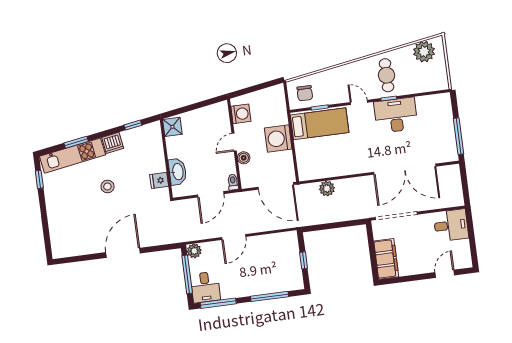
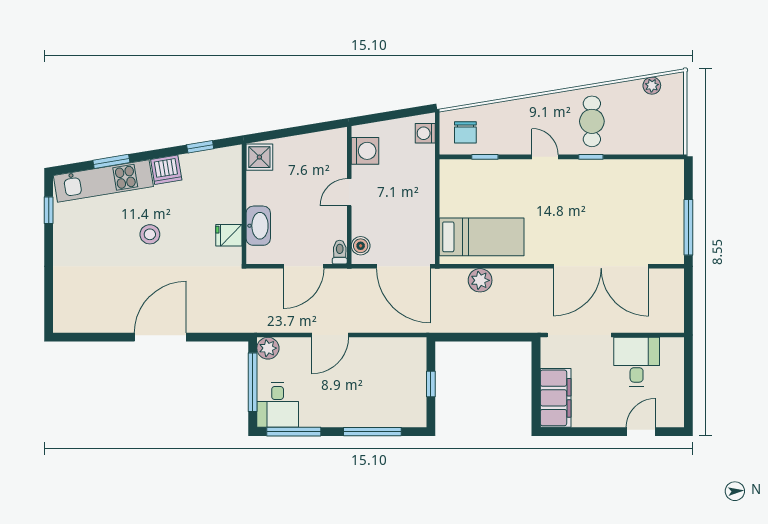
plant: (424, 52) -> (652, 86), width x0.53, depth x0.53
desk: (396, 115) -> (598, 183), removed
bed: (320, 124) -> (482, 237), moved
washing machine: (278, 139) -> (425, 133), moved, width x0.53, depth x0.53
boiler: (244, 158) -> (361, 246), moved
desk: (451, 225) -> (637, 362), moved, turned -90

